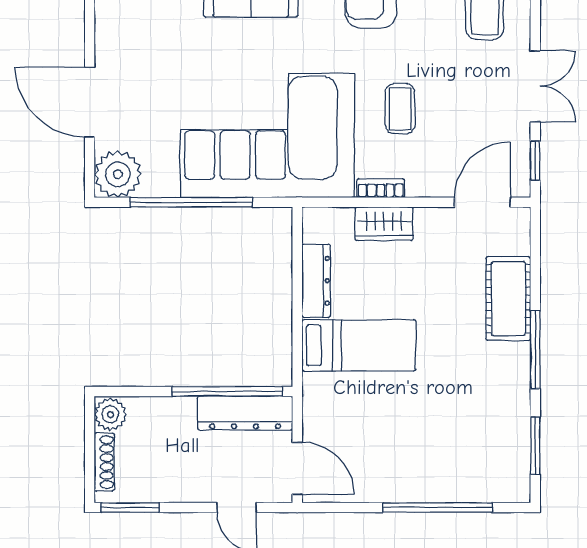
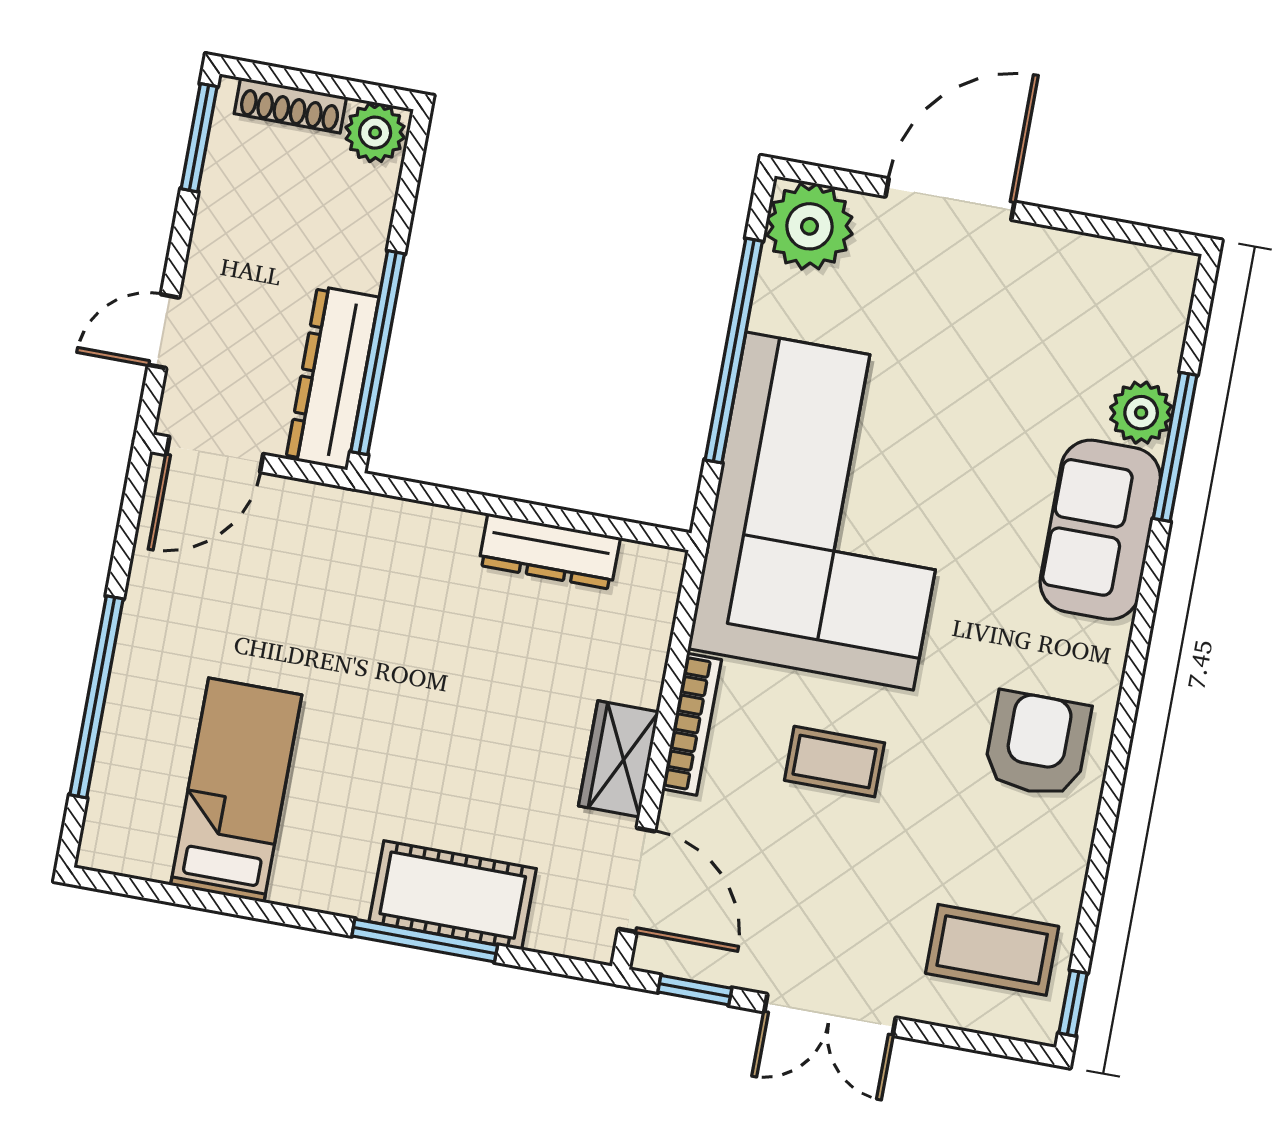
bookcase: (381, 188) -> (692, 724), width x1.56
wardrobe: (384, 224) -> (619, 759), moved
bed: (359, 345) -> (236, 790), moved, turned 180
window: (535, 350) -> (425, 941), moved
window: (535, 446) -> (176, 895), removed

